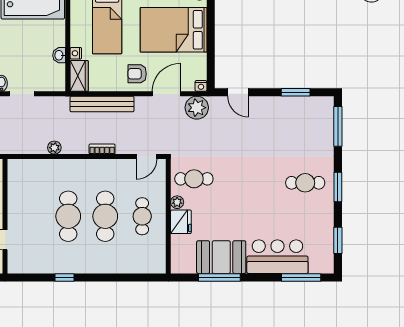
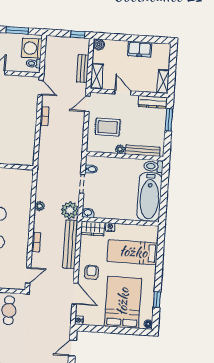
washbasin: (59, 55) -> (88, 213), moved
plant: (197, 108) -> (70, 210), moved
door: (147, 157) -> (28, 275), swing flipped

